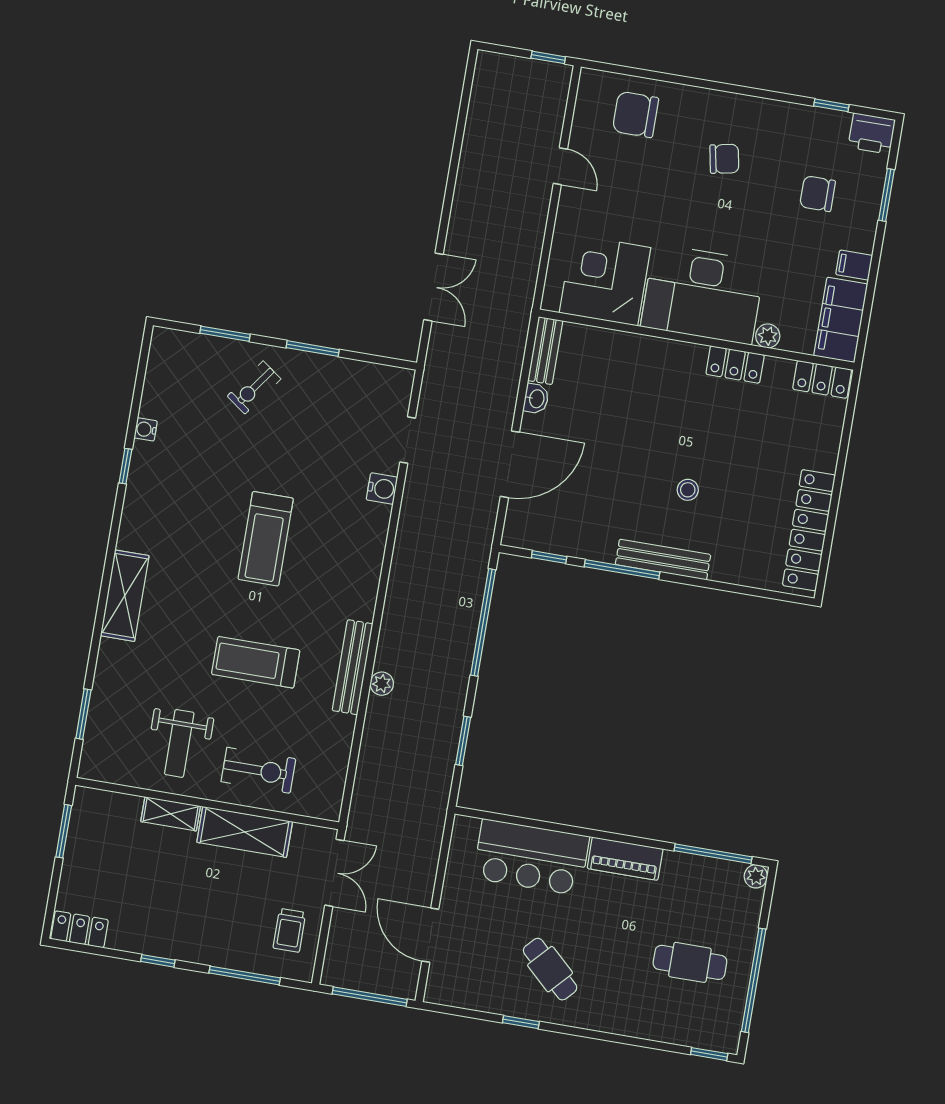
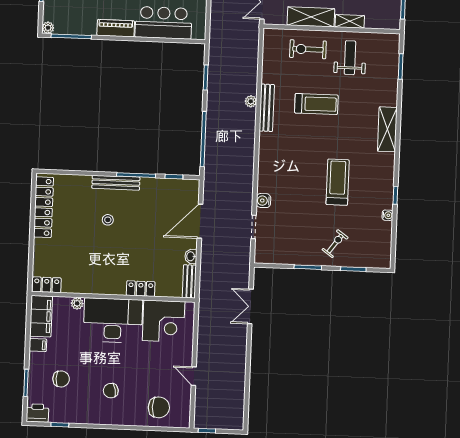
locker: (735, 365) -> (141, 289), moved
treadmill: (266, 539) -> (338, 182), moved

